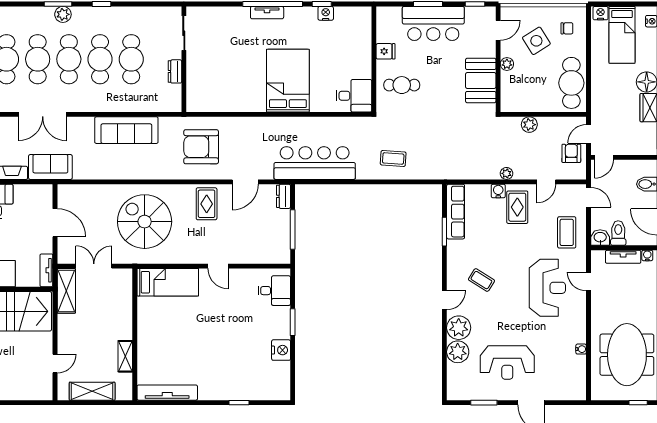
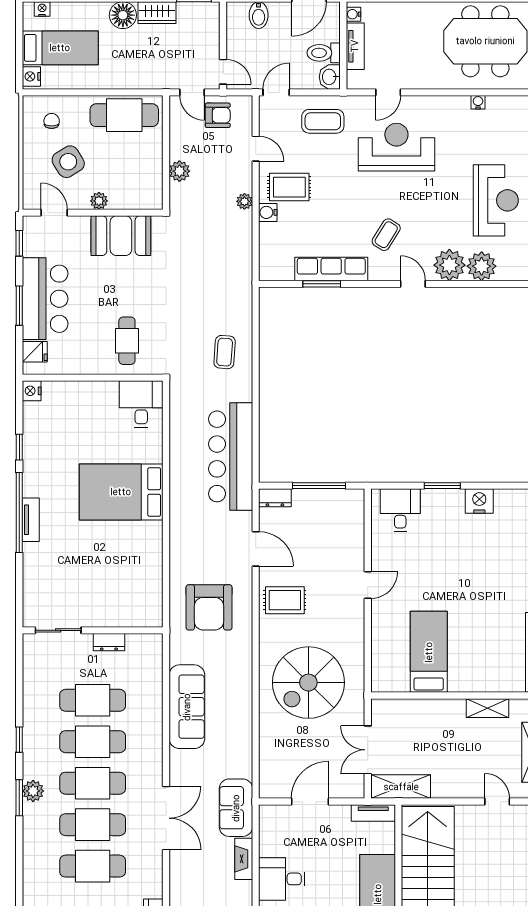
nightstand: (326, 13) -> (32, 391), moved
fridge: (386, 51) -> (35, 352), moved, turned 90
armchair: (571, 153) -> (218, 115), turned 180
row of seats: (456, 212) -> (331, 269), moved
bed: (168, 282) -> (429, 652), moved

